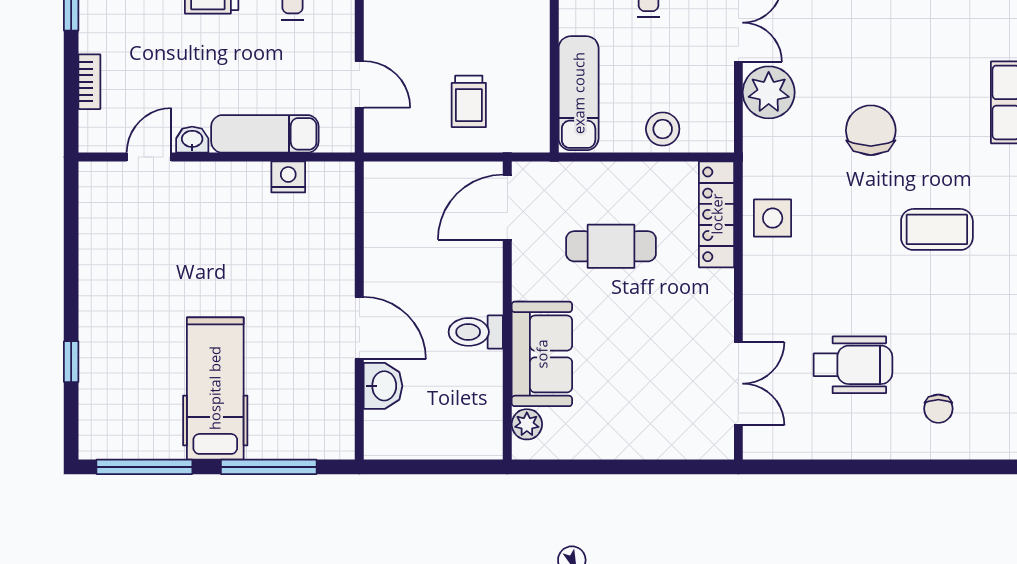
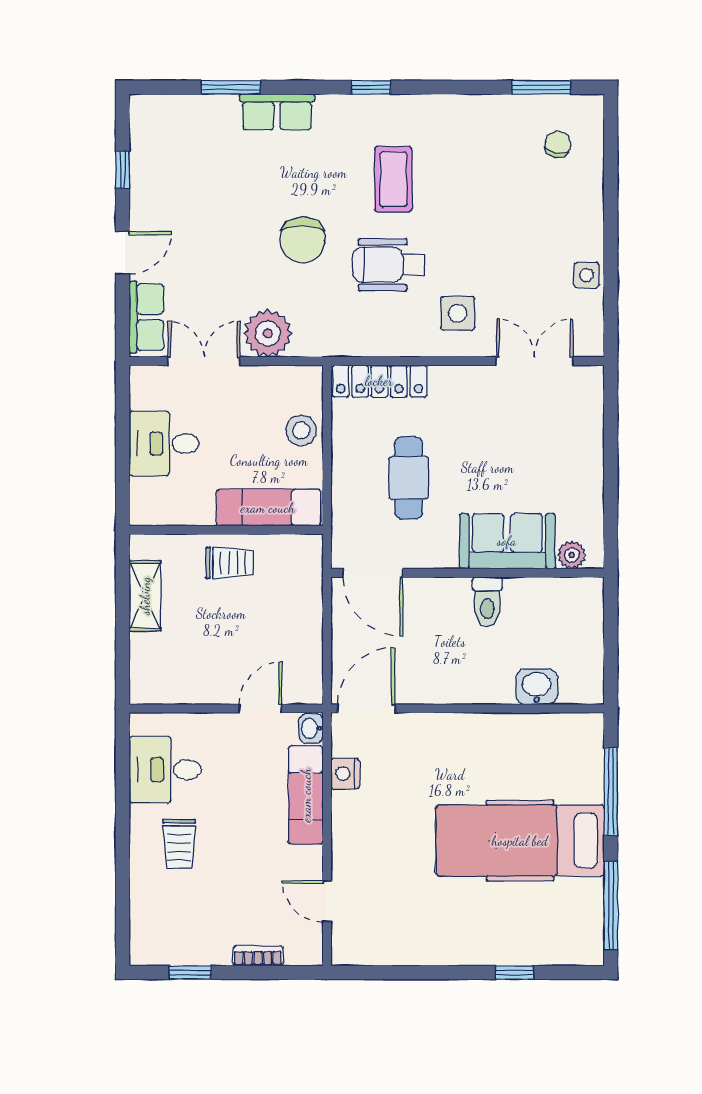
trolley: (469, 101) -> (230, 563), moved
chair: (871, 130) -> (302, 240), turned -90
washbasin: (192, 140) -> (311, 728), moved
side table: (773, 218) -> (458, 313), moved
door: (359, 328) -> (366, 709), moved
wheelchair: (853, 365) -> (388, 265), moved, turned -90
hospital bed: (215, 388) -> (520, 841), width x1.37, depth x1.29
chair: (938, 409) -> (558, 144), moved, turned -78
side table: (832, 440) -> (586, 275), added

